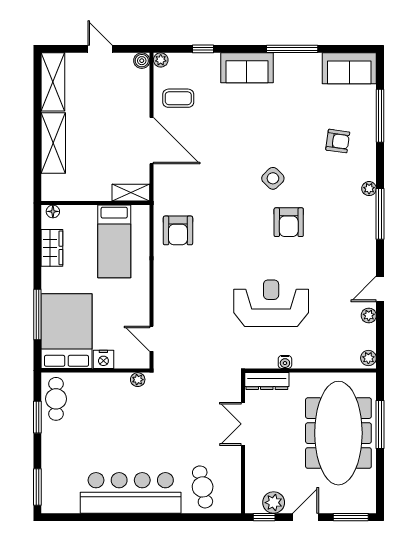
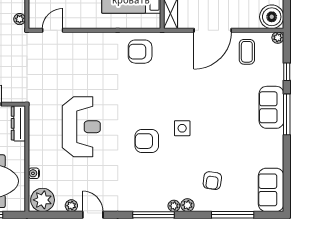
window: (292, 49) -> (287, 114), moved
boiler: (142, 61) -> (272, 17), width x1.86, depth x1.86
plant: (368, 172) -> (187, 205), added
side table: (273, 178) -> (182, 128), turned 45
plant: (368, 358) -> (43, 200), width x1.88, depth x1.88
water cooler: (285, 362) -> (34, 173), moved

